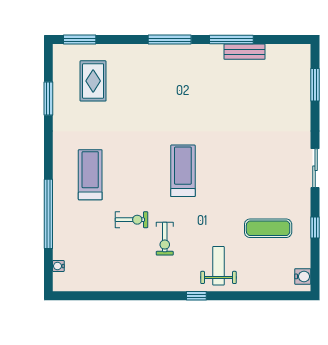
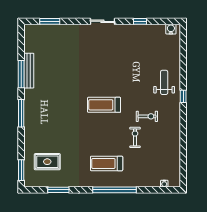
bench: (245, 52) -> (29, 71), width x1.36
window: (48, 214) -> (115, 190), moved
exercise mat: (268, 228) -> (140, 51), removed
weight bench: (218, 266) -> (164, 82), turned 90

